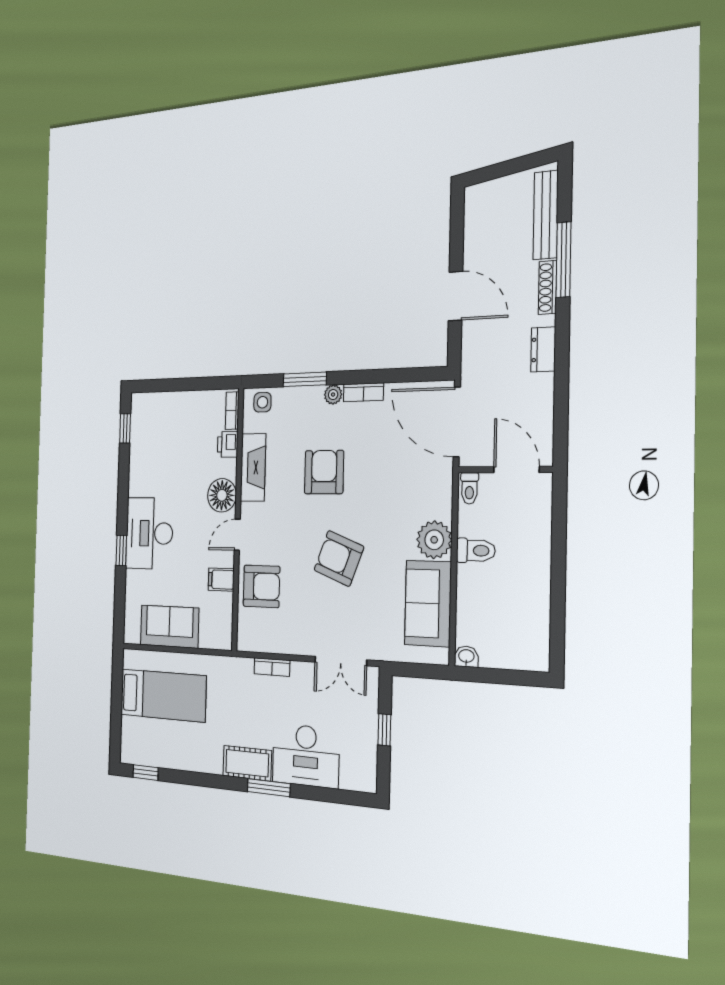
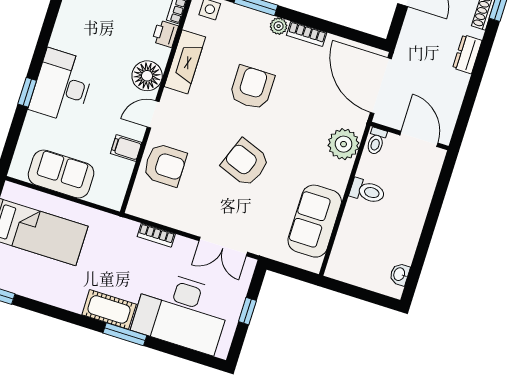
plant: (434, 540) -> (344, 144), moved
washbasin: (466, 657) -> (400, 274), moved, turned -90
desk: (306, 756) -> (182, 312), width x1.36, depth x1.30

